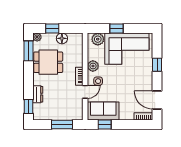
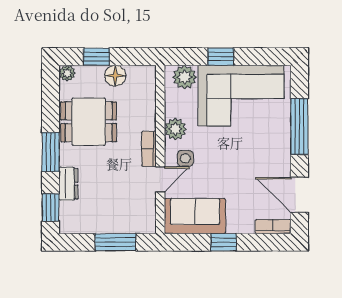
window: (29, 51) -> (51, 152), moved
window: (157, 65) -> (299, 127), width x2.17
window: (105, 124) -> (223, 242), moved

